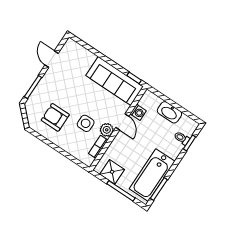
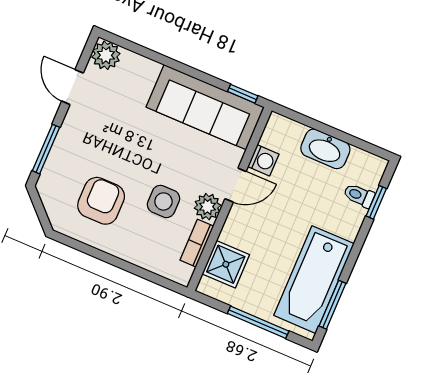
plant: (71, 47) -> (106, 55), added
armchair: (55, 117) -> (101, 201), turned 90
door: (122, 122) -> (236, 185), hinge flipped
shower: (112, 172) -> (226, 264), moved

